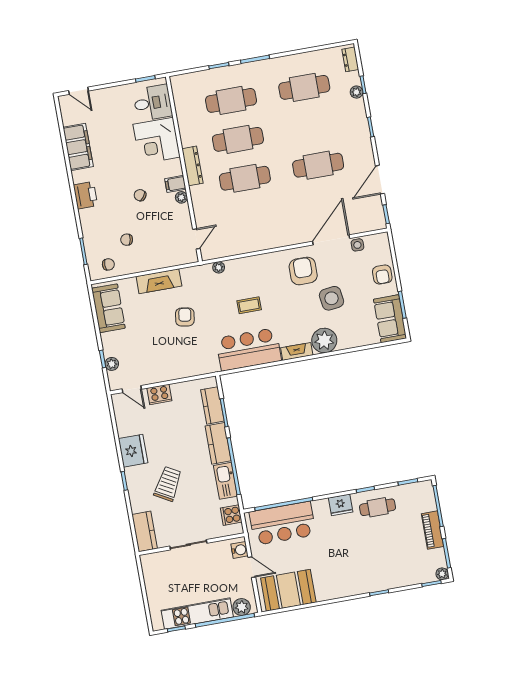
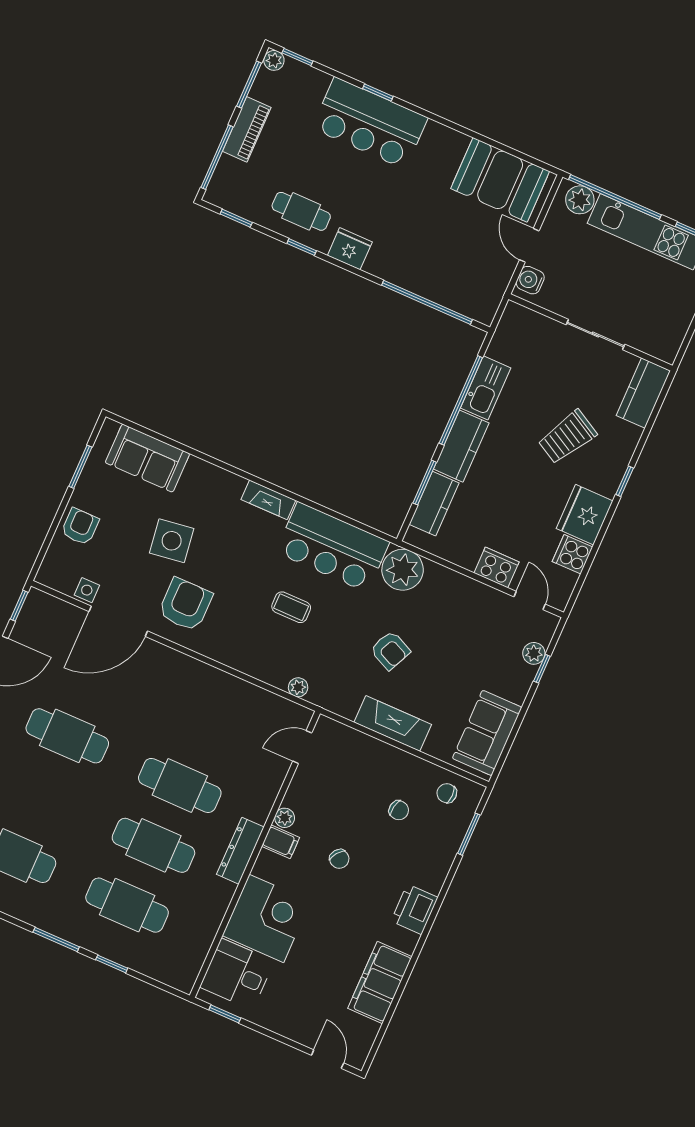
armchair: (303, 271) -> (185, 604), turned 180
armchair: (185, 317) -> (390, 650), turned -74
sofa: (390, 319) -> (147, 458), moved, turned 90
plant: (324, 341) -> (403, 570), moved
cooker: (231, 515) -> (572, 554), moved, turned 180
bar counter: (283, 523) -> (370, 123), moved, turned 180

